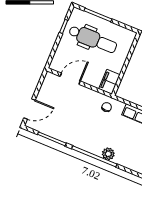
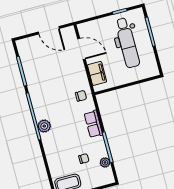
filing cabinet: (109, 82) -> (97, 73), moved, turned 90
door: (30, 109) -> (49, 30), moved

